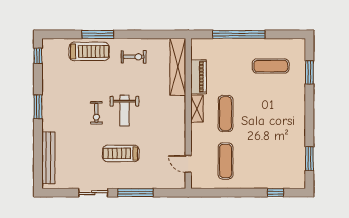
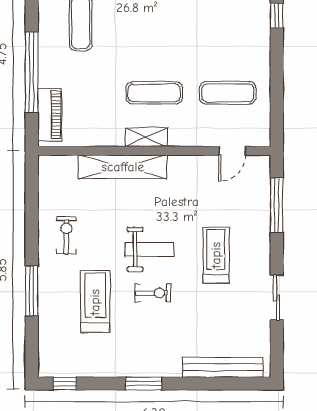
treadmill: (89, 51) -> (95, 302), moved
shelving: (178, 67) -> (123, 167), moved
piano: (198, 77) -> (50, 115), moved, turned 90
treadmill: (121, 153) -> (216, 255), turned 180
window: (135, 193) -> (277, 205), moved

